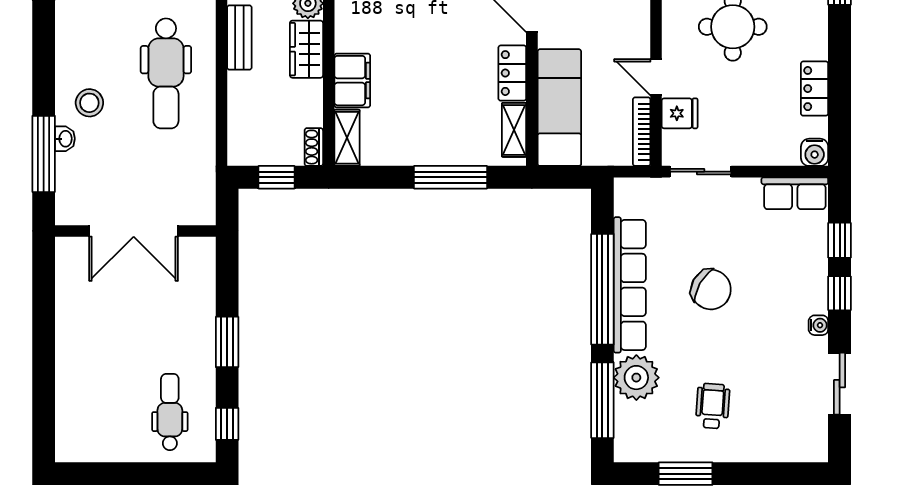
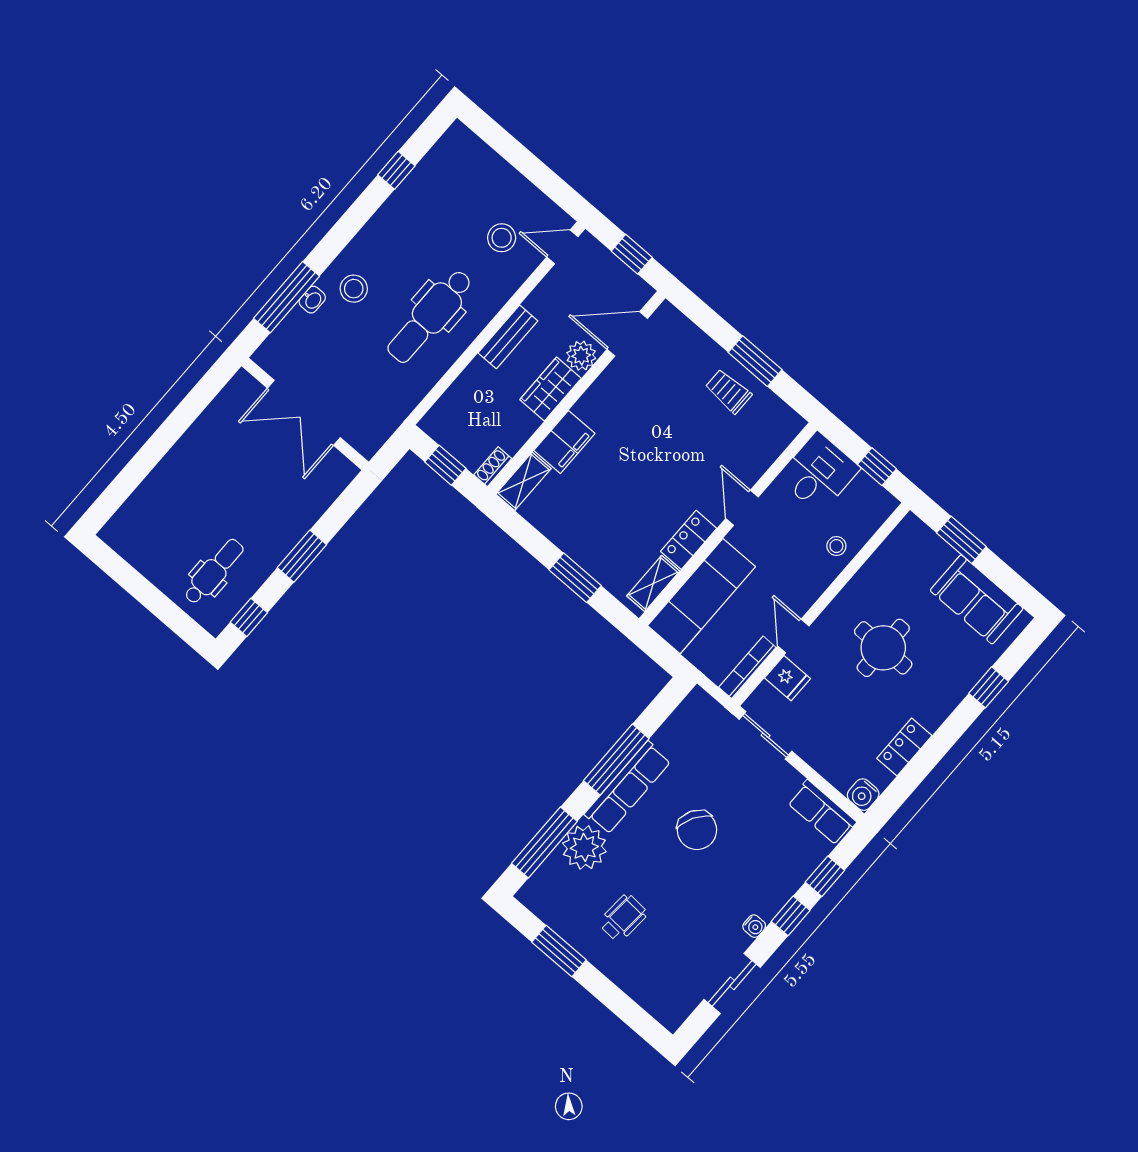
window: (450, 177) -> (575, 578), width x0.69
row of seats: (630, 285) -> (628, 788), width x0.73
window: (602, 289) -> (616, 760), width x0.68

